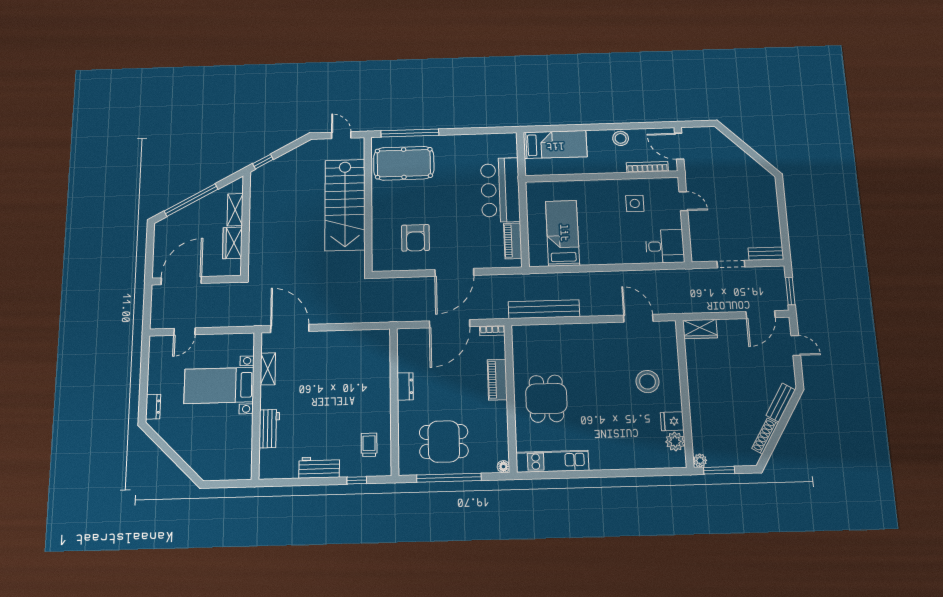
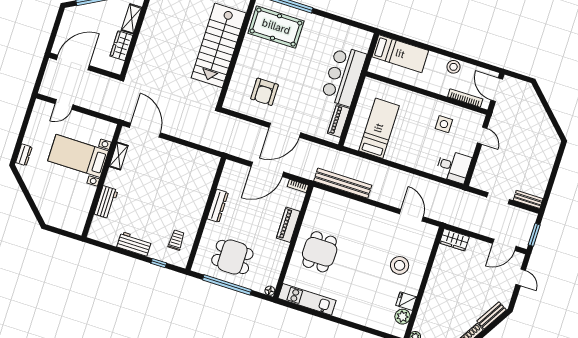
dresser: (405, 386) -> (218, 206), width x1.44

